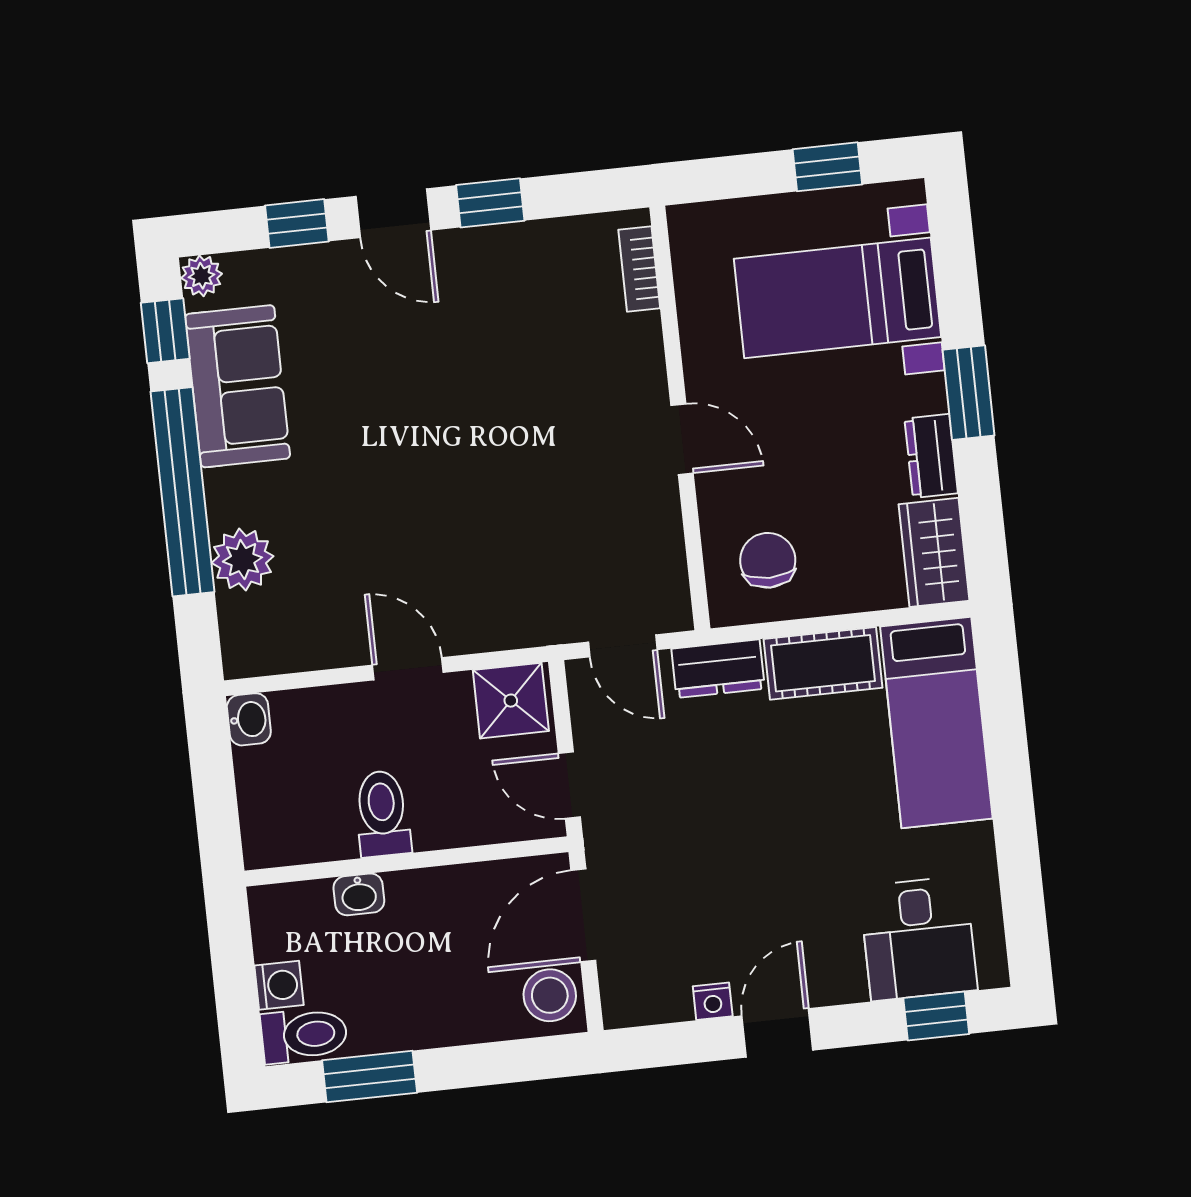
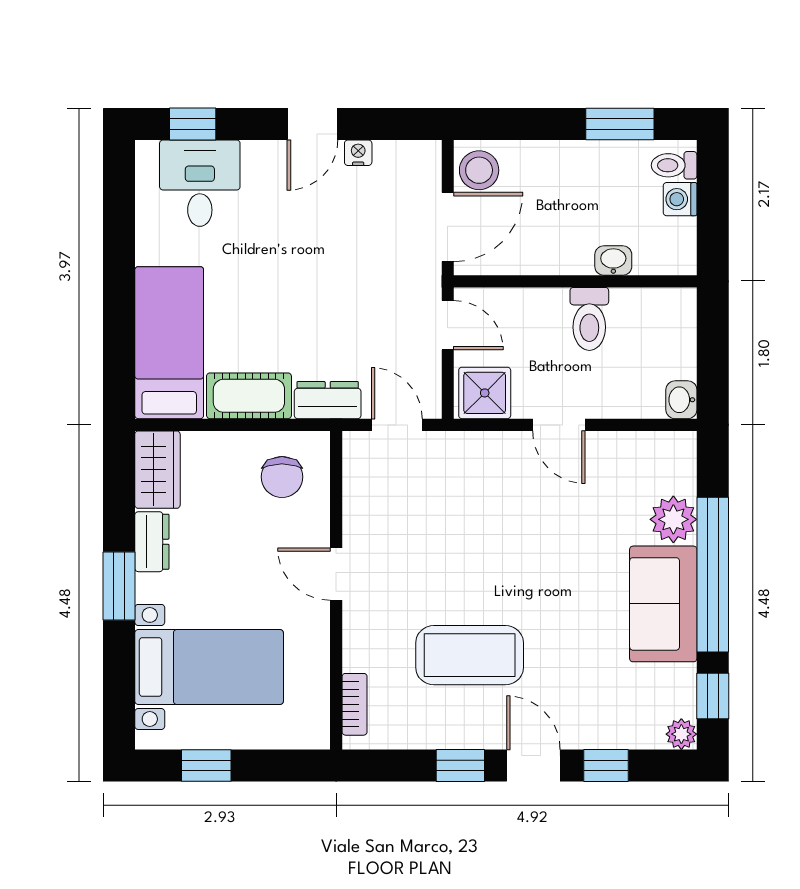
coffee table: (494, 351) -> (470, 655), added
sofa: (238, 386) -> (663, 604), moved
toilet: (304, 1035) -> (674, 165), width x0.73, depth x0.72

